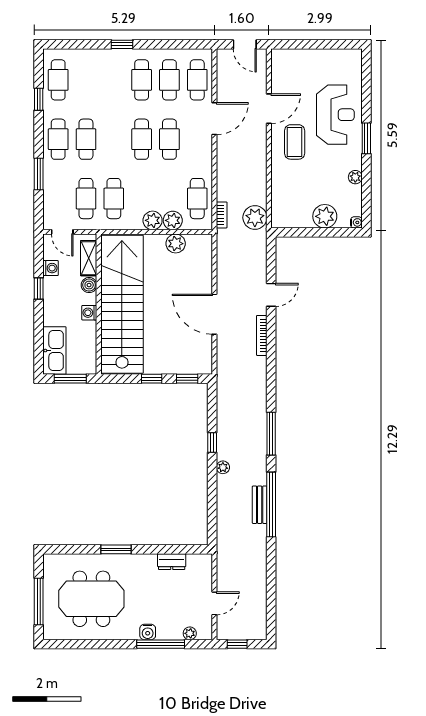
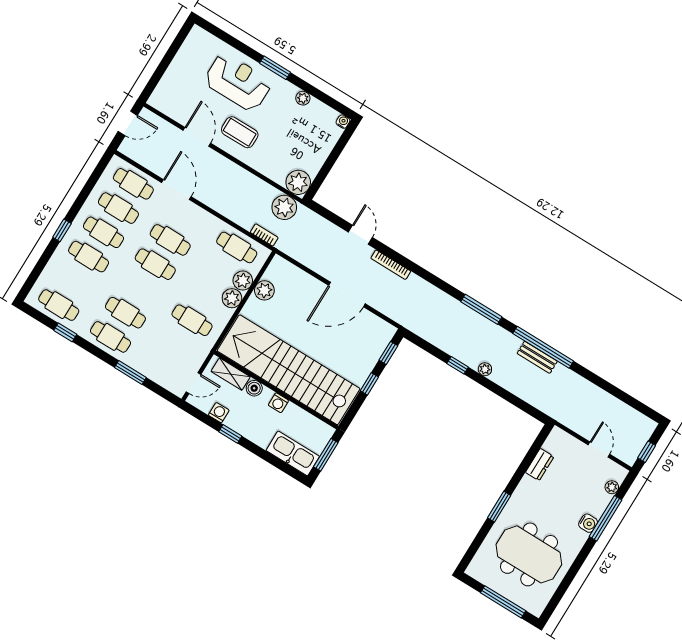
cafe table: (86, 199) -> (89, 257), moved
plant: (325, 216) -> (298, 182), moved
meeting table: (91, 599) -> (529, 554), turned 90

